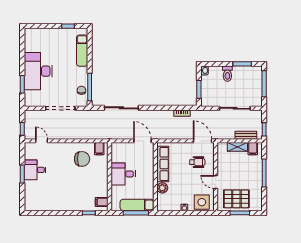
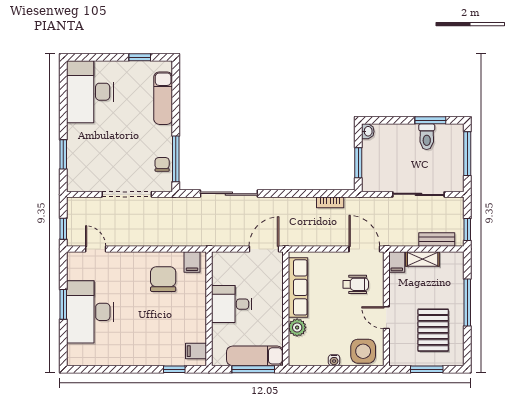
desk: (38, 71) -> (90, 92), moved
toilet: (227, 74) -> (427, 137), moved
door: (142, 141) -> (264, 249), hinge flipped
filing cabinet: (253, 149) -> (397, 262), moved
chair: (82, 159) -> (163, 279), turned -90
desk: (35, 170) -> (90, 312), width x1.87, depth x1.30
pallet: (236, 199) -> (433, 330), moved, turned 90

